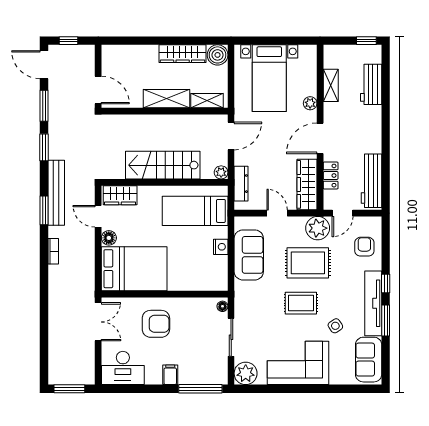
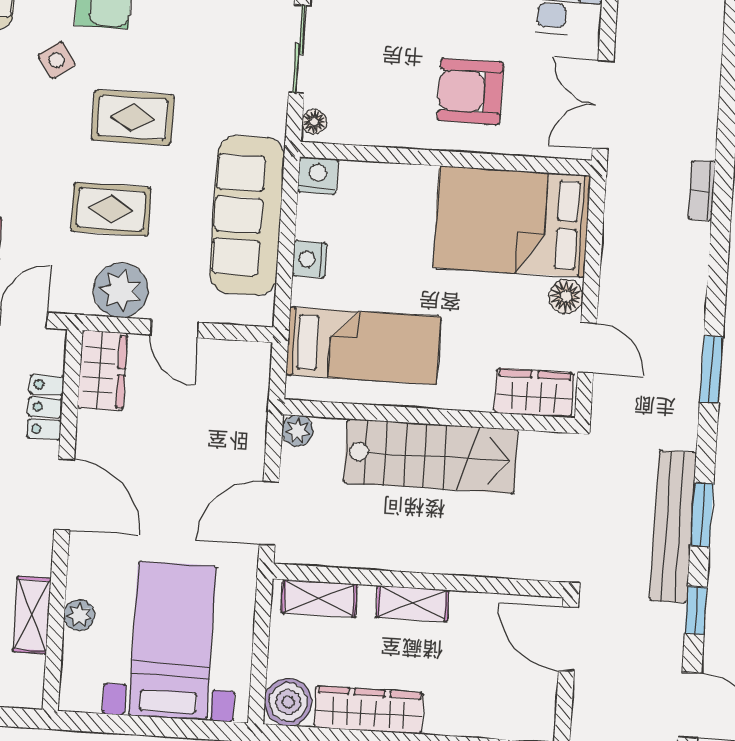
shelving: (167, 99) -> (413, 604), width x0.67, depth x0.75
plant: (310, 103) -> (79, 615), moved
window: (44, 106) -> (696, 611), width x0.67
door: (320, 138) -> (64, 495), hinge flipped
dresser: (241, 184) -> (253, 402), removed
wardrobe: (307, 184) -> (102, 371), width x0.67
bench: (56, 193) -> (673, 526), moved
plant: (318, 228) -> (121, 290), moved
bookcase: (53, 251) -> (702, 190), moved
sofa: (249, 255) -> (247, 215), width x1.36
rug: (308, 263) -> (111, 209), width x0.73, depth x0.70
nightstand: (219, 283) -> (318, 176), added

